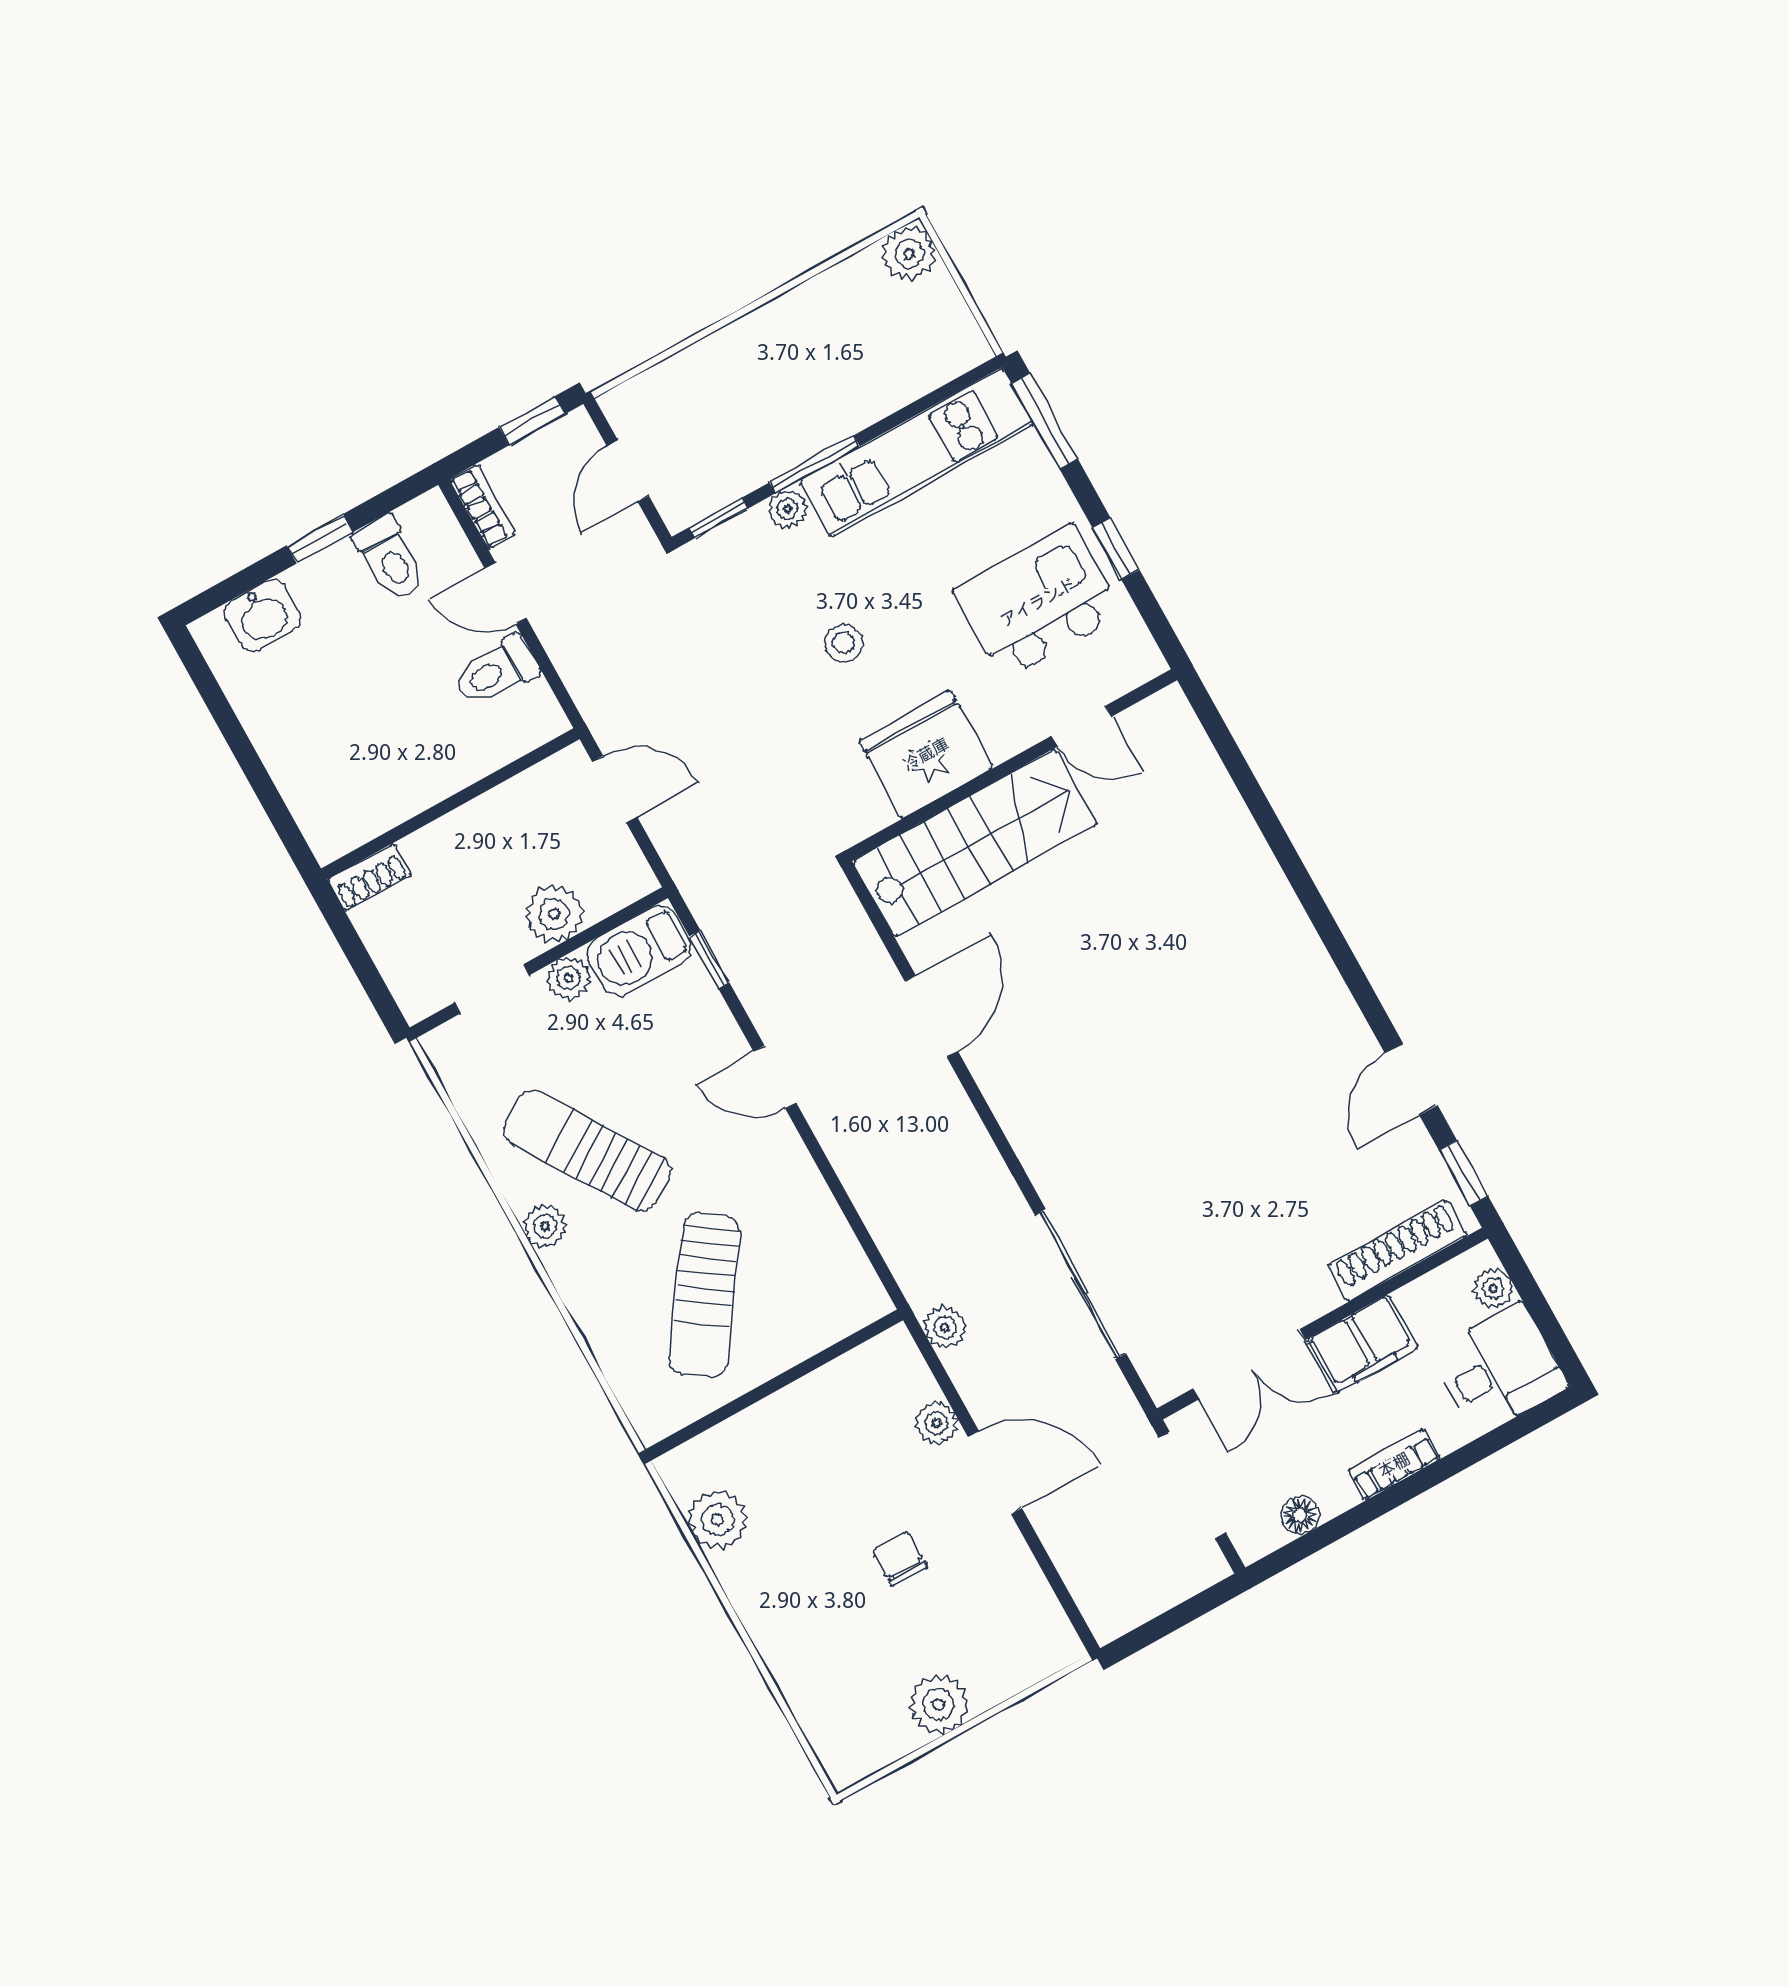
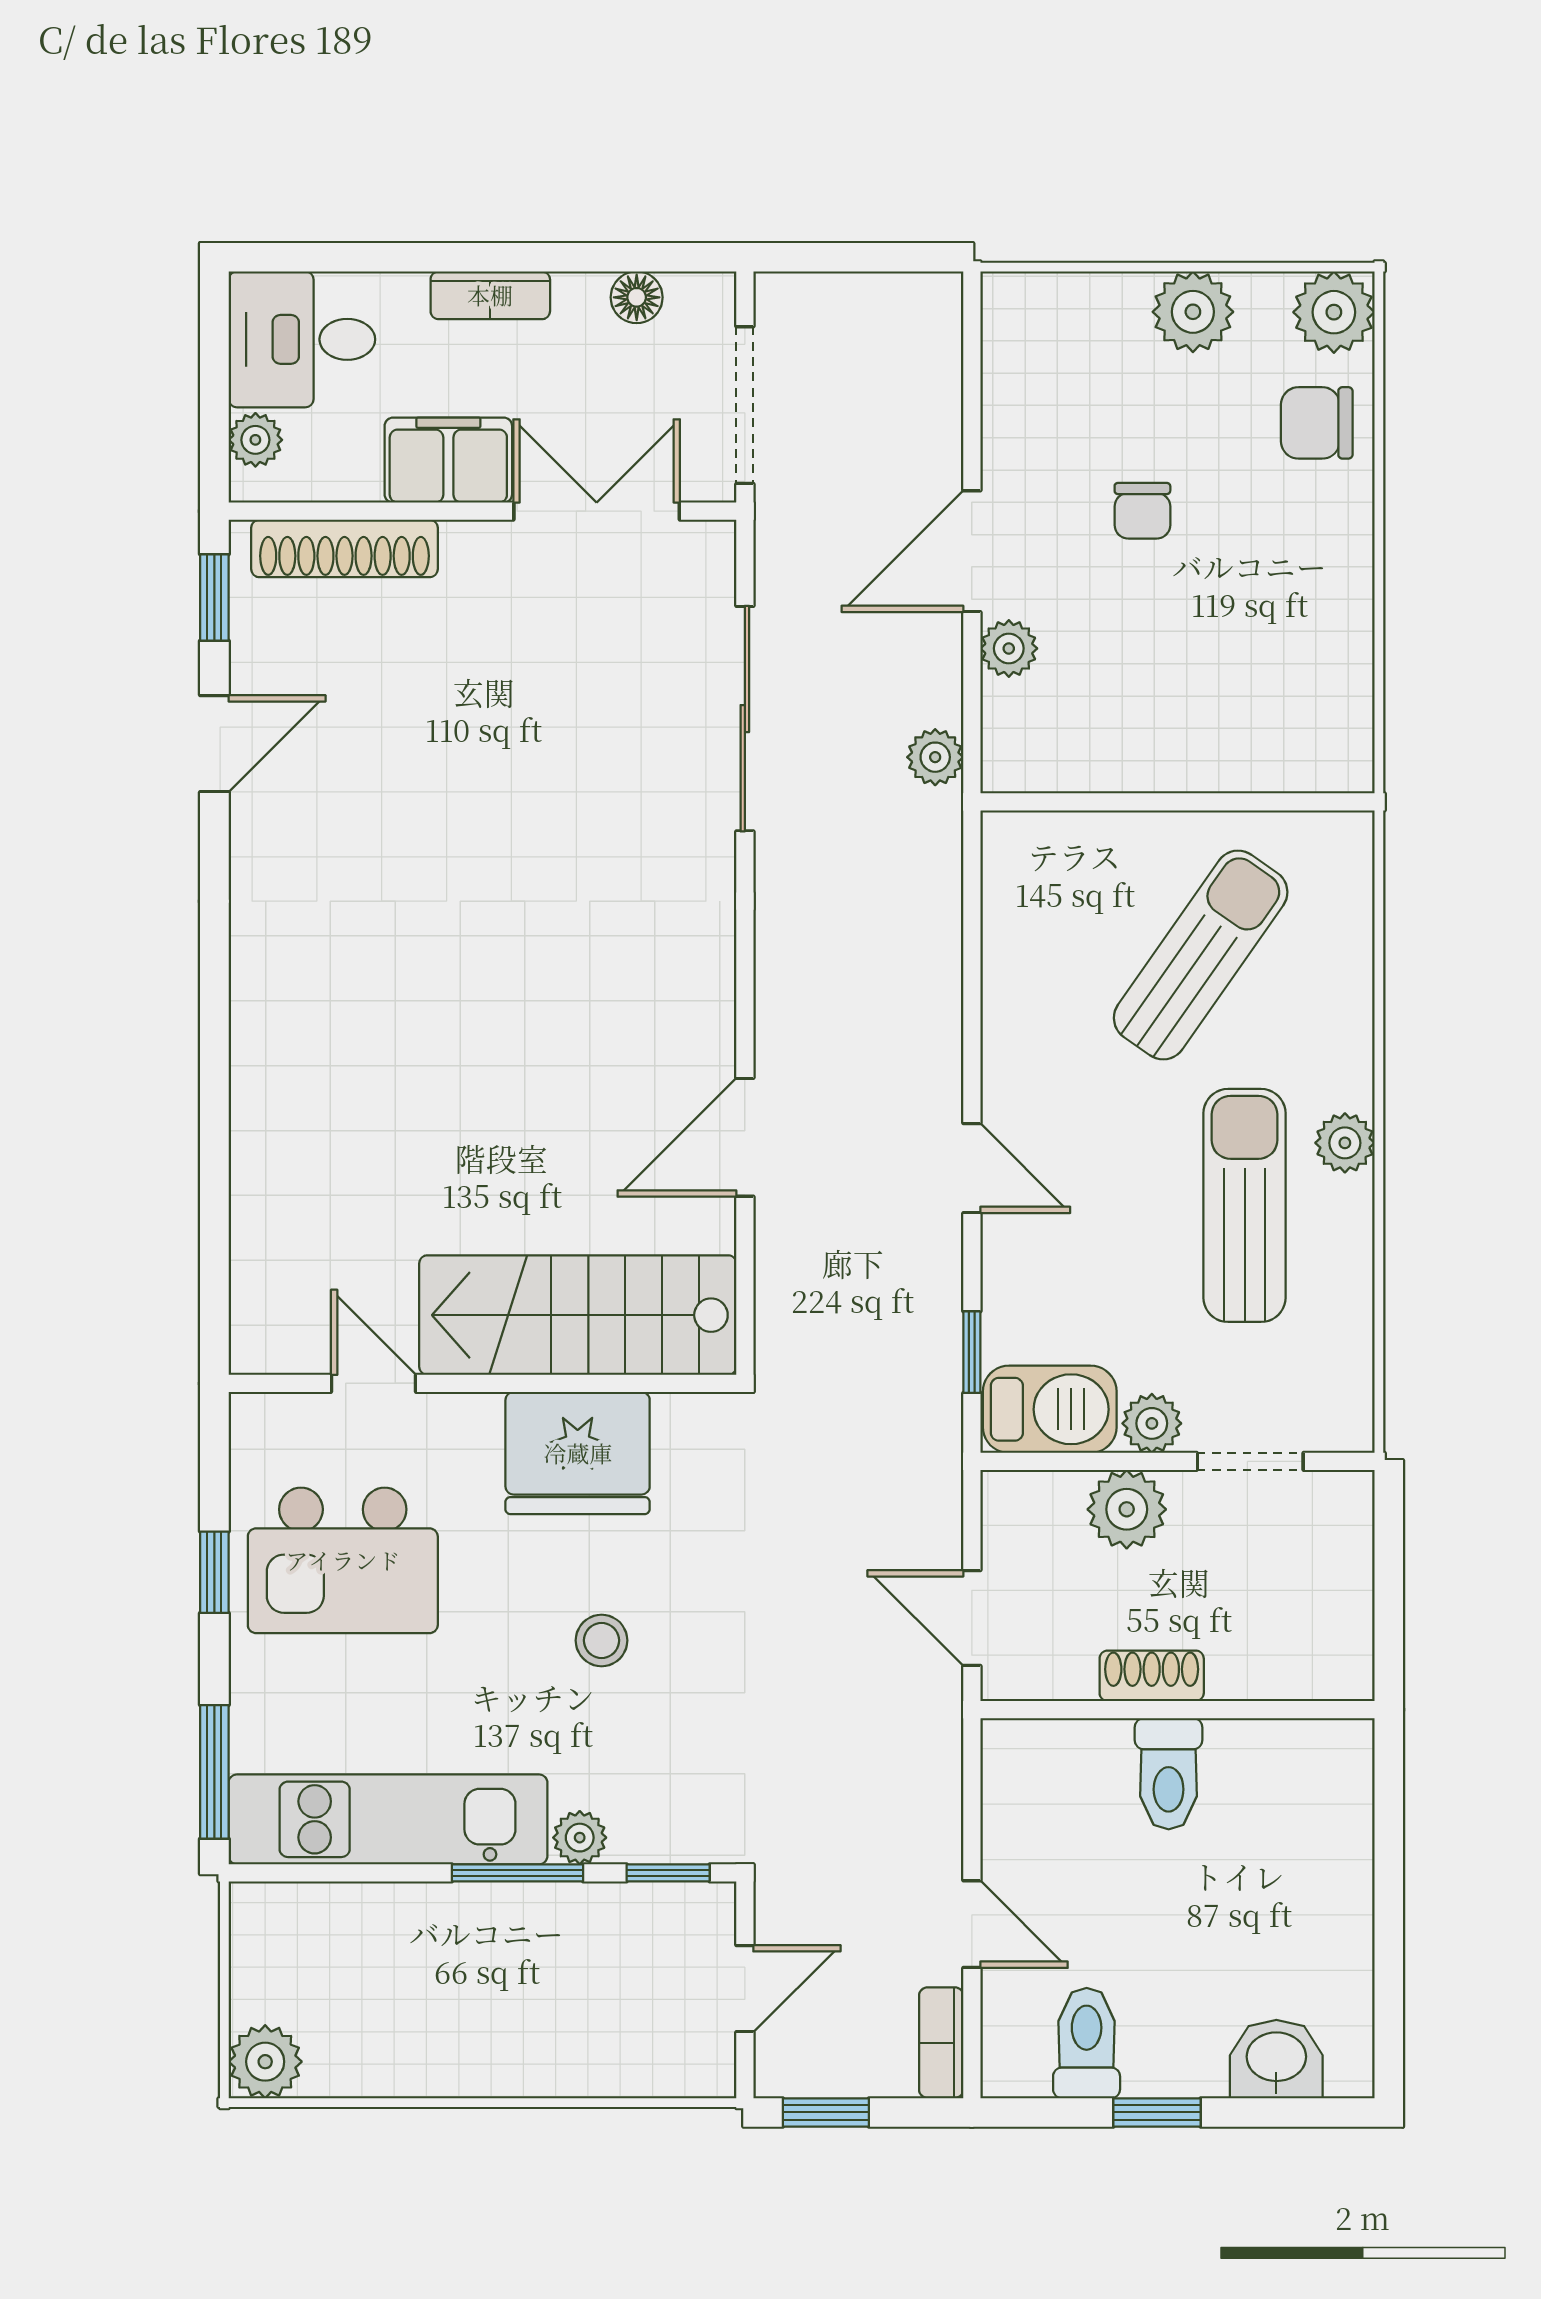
toilet: (496, 672) -> (1169, 1774), moved, turned 90
shoe rack: (370, 877) -> (1152, 1676), moved
sun lounger: (587, 1151) -> (1245, 1205), turned -147
door: (995, 1472) -> (972, 551), hinge flipped
plant: (718, 1520) -> (1334, 312), moved
chair: (820, 1677) -> (1317, 423), added

